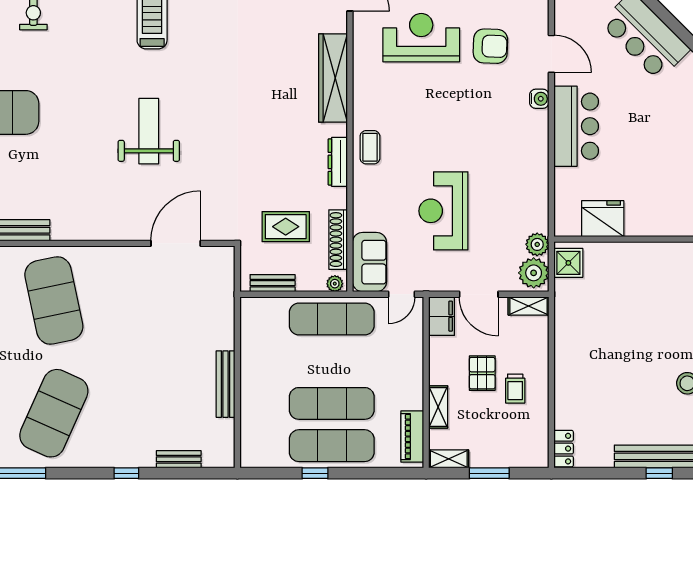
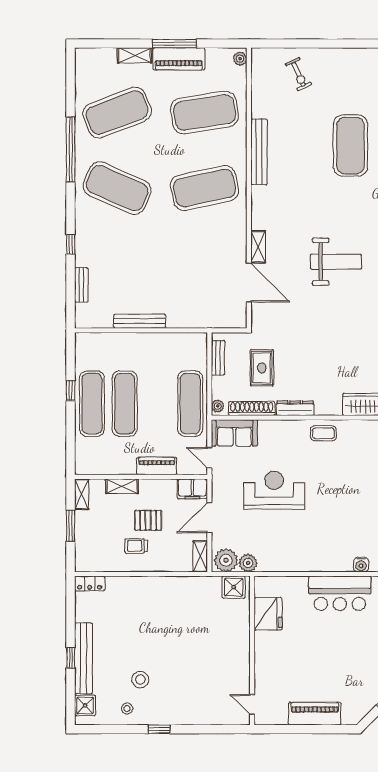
dresser: (338, 162) -> (295, 408), moved
shelving: (130, 231) -> (258, 247), added
piano: (412, 437) -> (157, 466), moved

